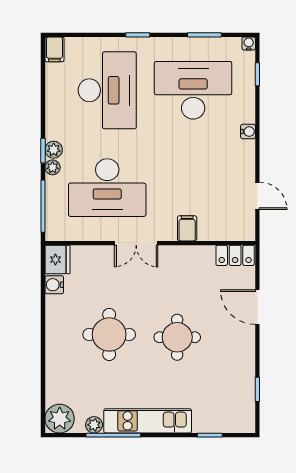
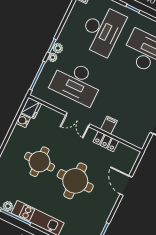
locker: (235, 255) -> (106, 141), moved
round table: (177, 337) -> (75, 181), width x1.36, depth x1.36

